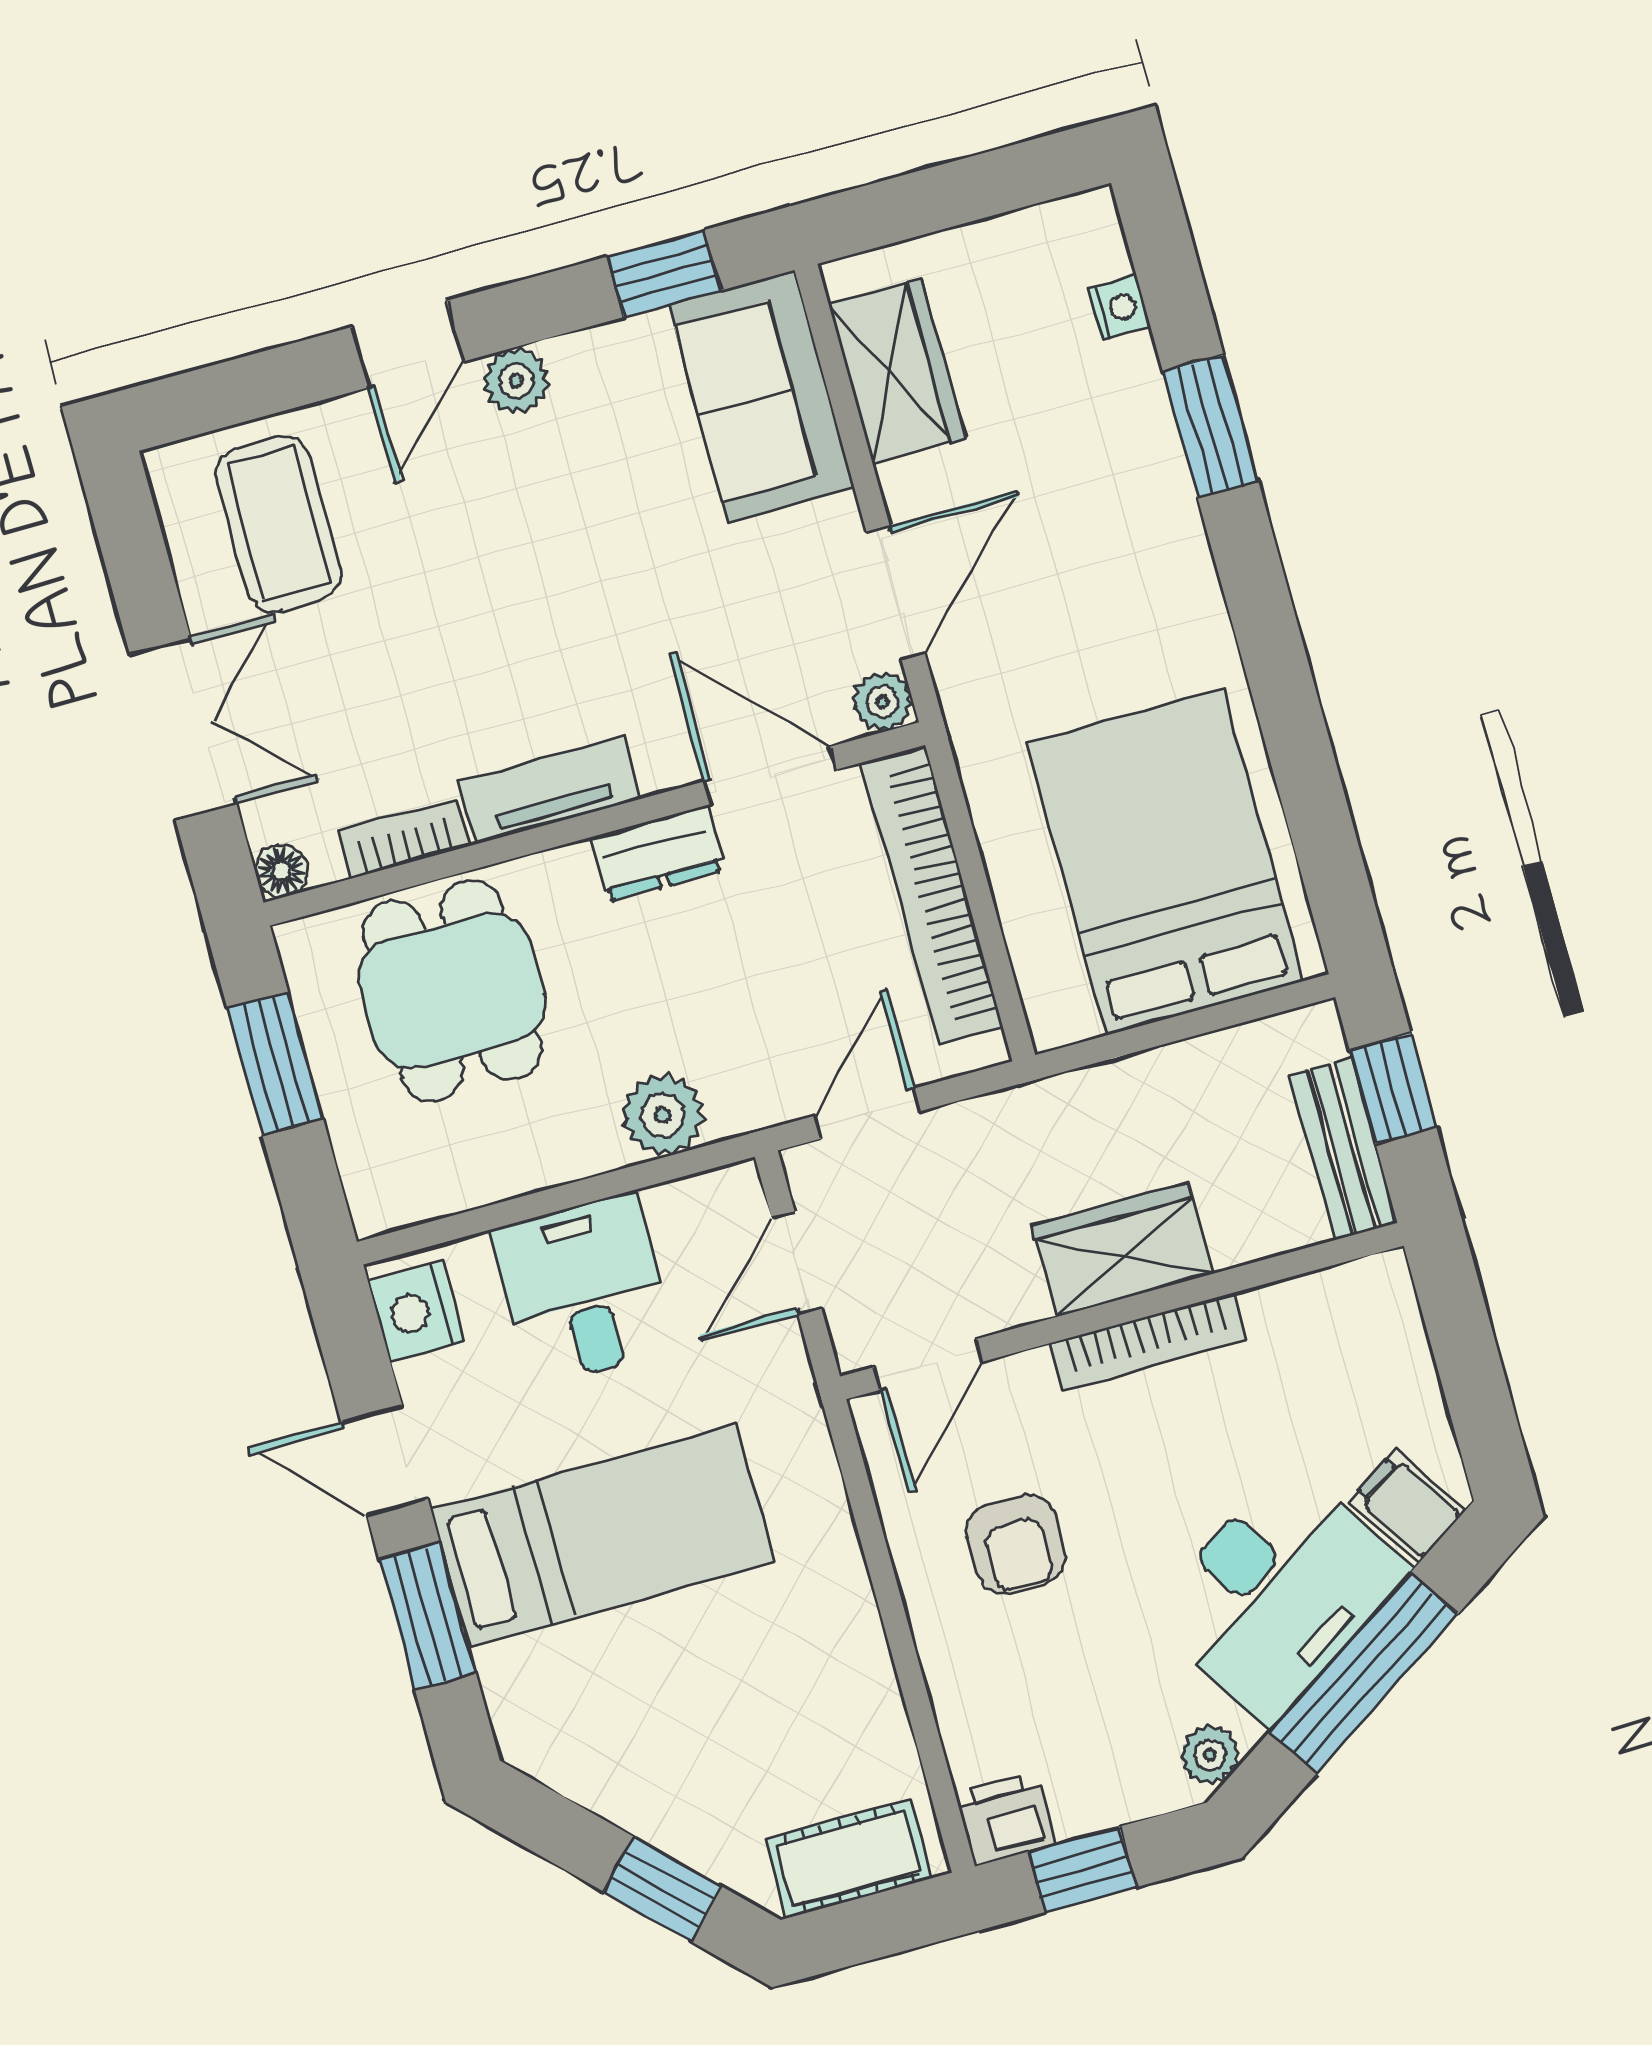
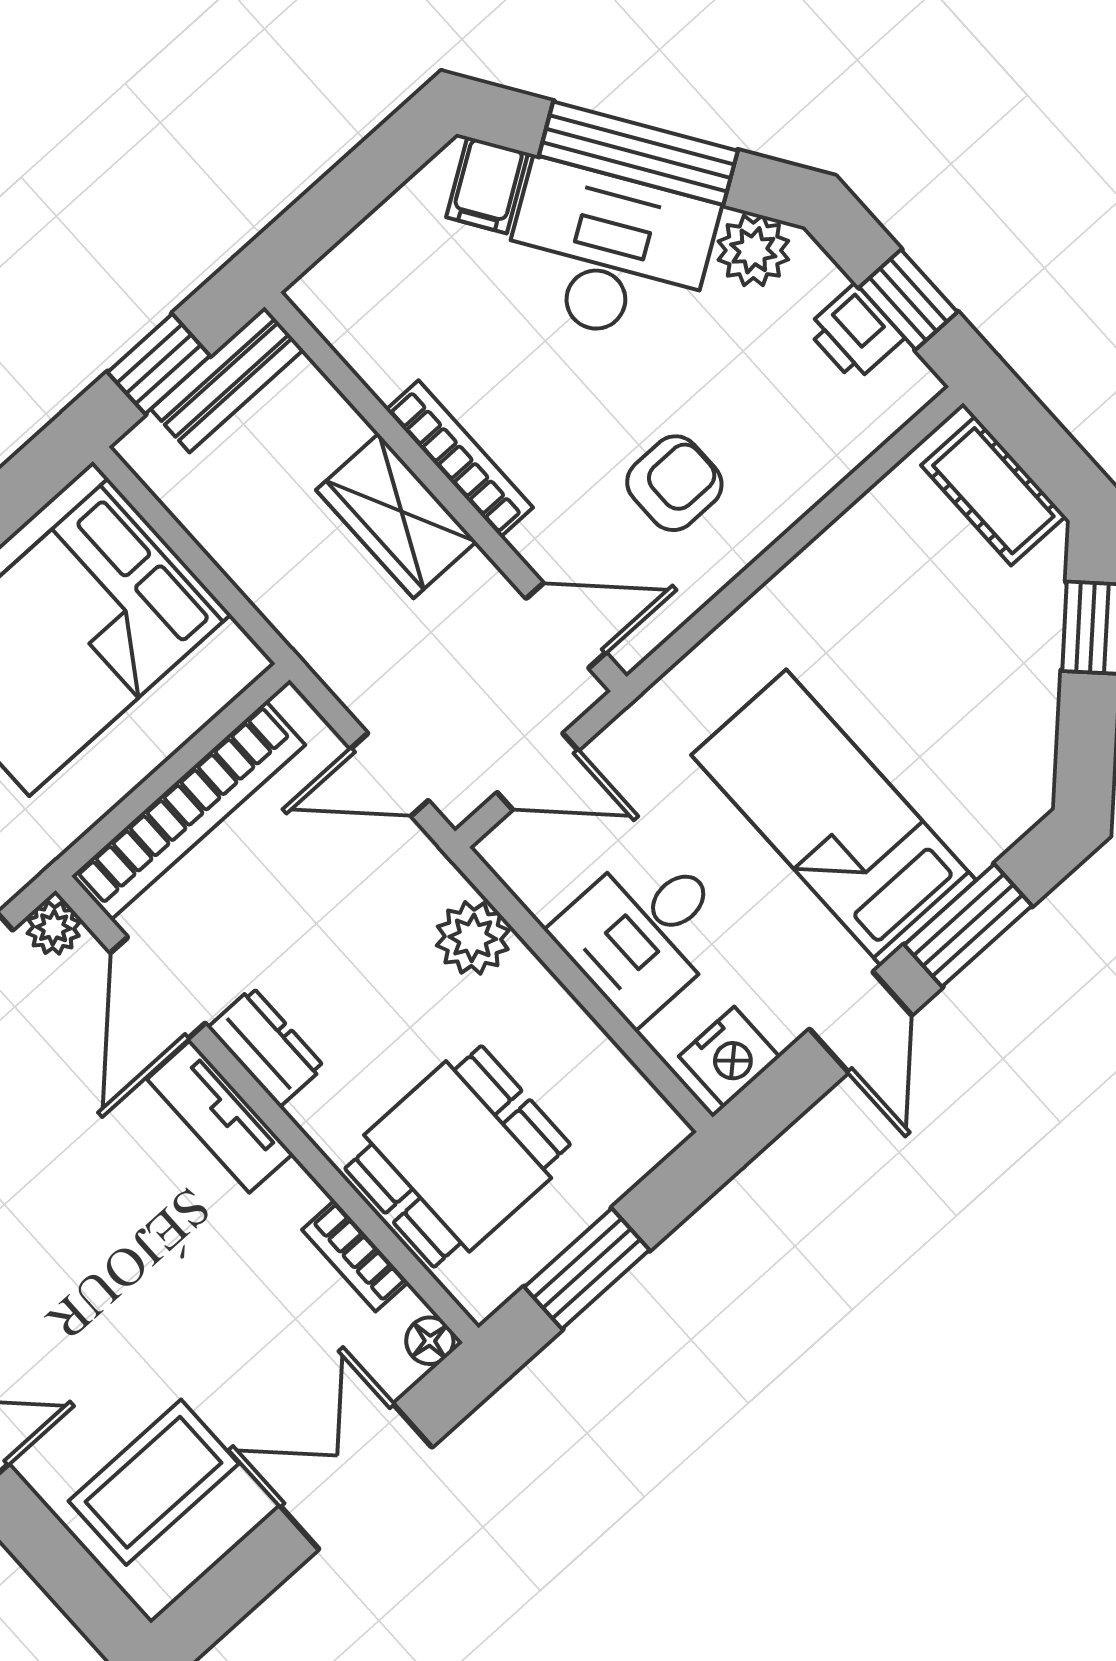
tv unit: (550, 790) -> (220, 1116), moved
plant: (1210, 1755) -> (753, 250), width x1.38, depth x1.38
printer: (1005, 1819) -> (855, 333), moved

